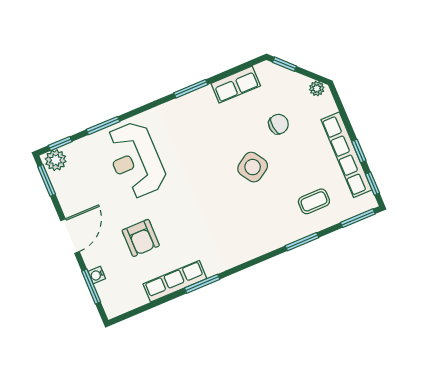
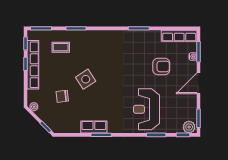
row of seats: (236, 85) -> (94, 127), moved
reception desk: (135, 160) -> (146, 109), turned 180
armchair: (141, 238) -> (161, 66), turned 90
row of seats: (175, 281) -> (179, 36), moved

